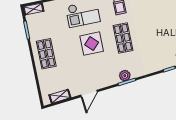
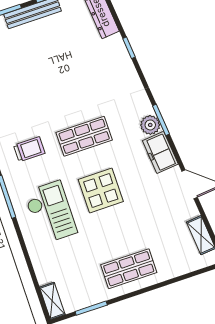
freezer: (109, 79) -> (160, 152), added

